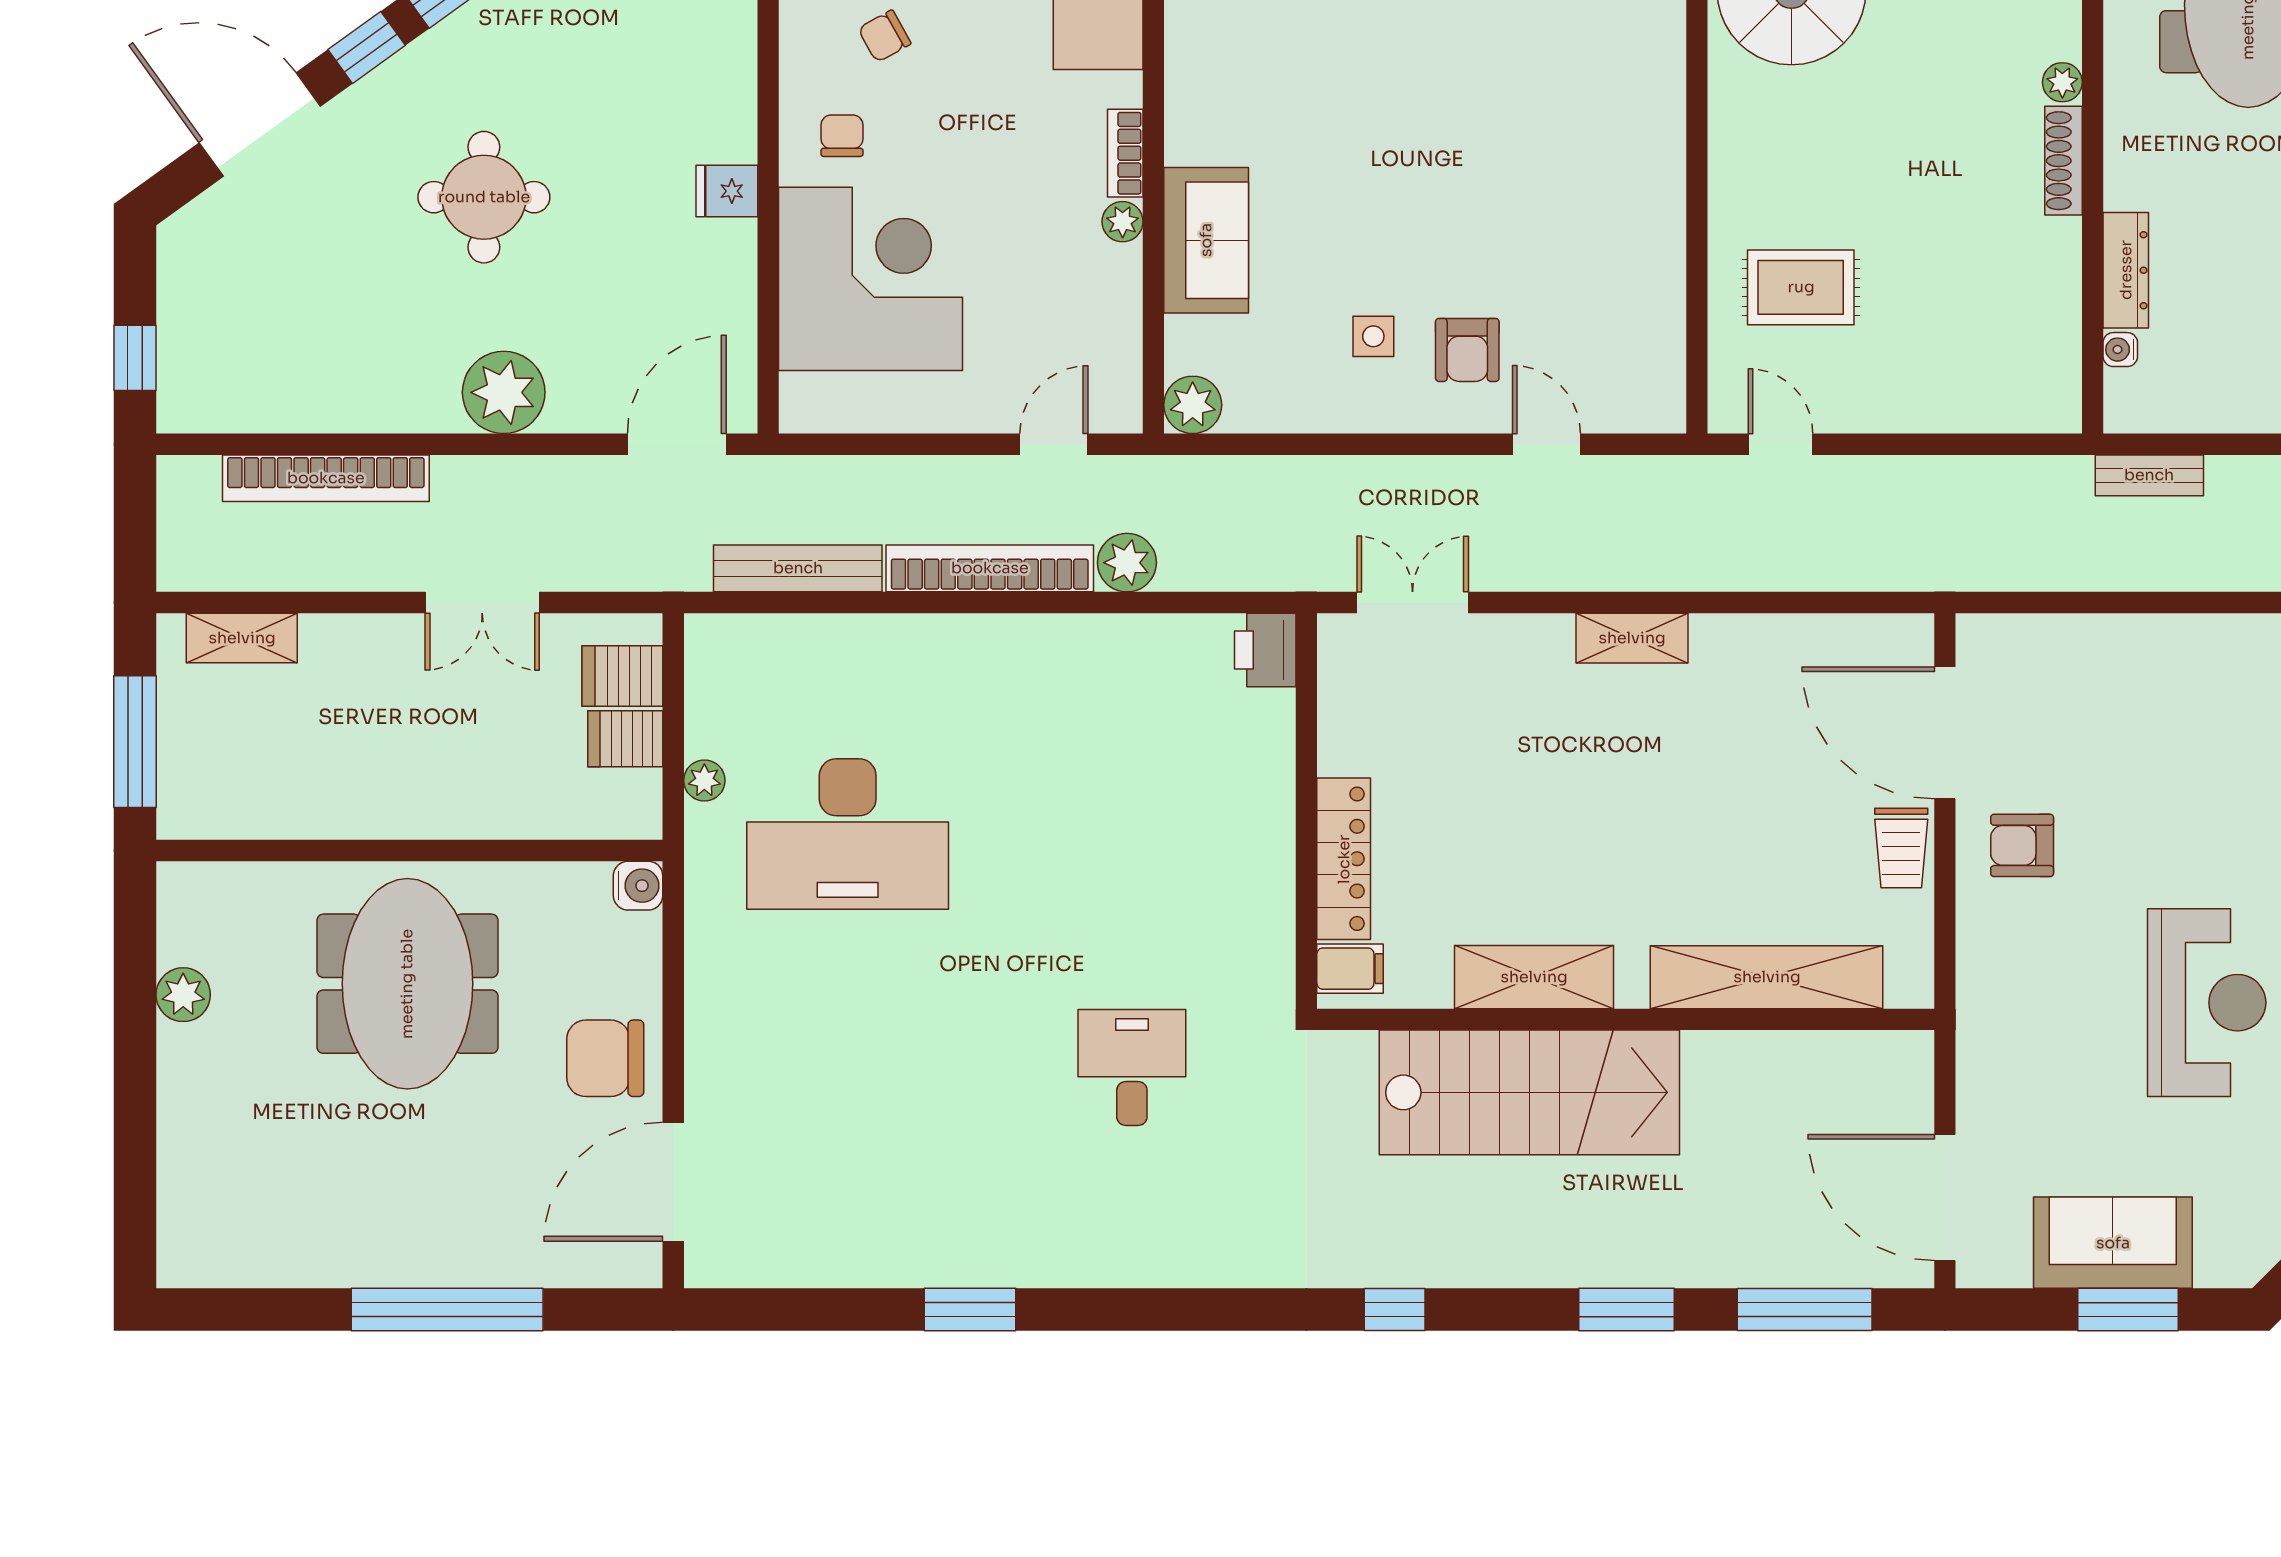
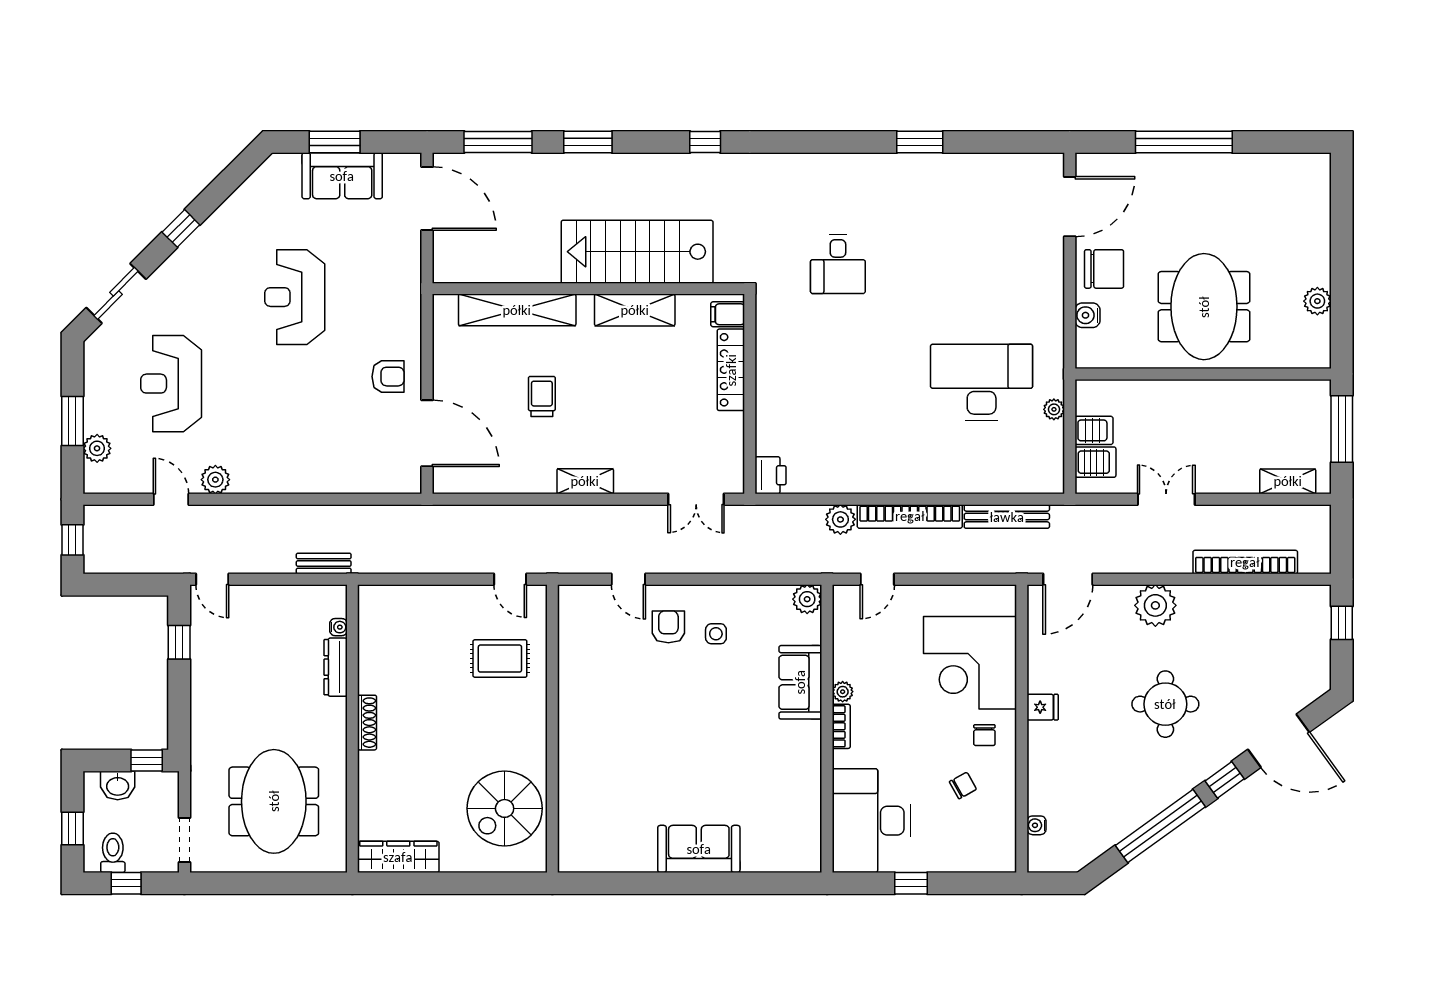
plant: (2062, 82) -> (368, 762), removed
trolley: (1901, 848) -> (542, 396), moved
water cooler: (638, 886) -> (1087, 315), moved

